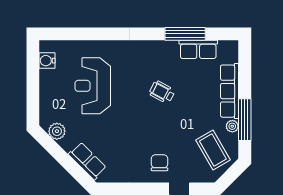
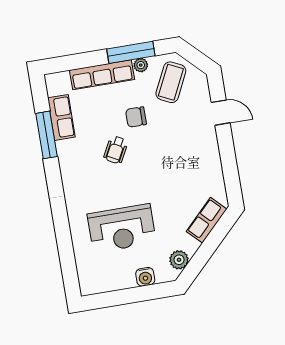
water cooler: (47, 61) -> (145, 277), moved
coffee table: (213, 150) -> (171, 82), turned -34
chair: (160, 163) -> (136, 117), moved

